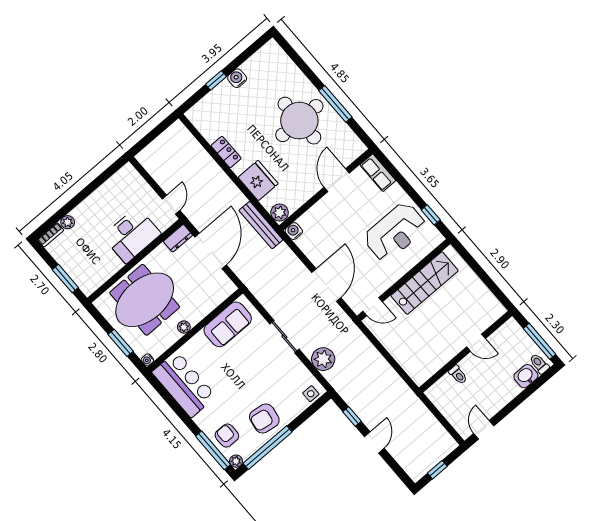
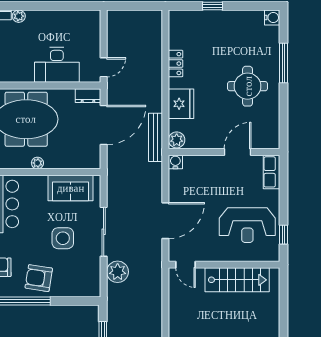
water cooler: (237, 78) -> (272, 17), moved, turned 90
window: (335, 104) -> (284, 63), moved
round table: (299, 121) -> (248, 86), width x0.73, depth x0.73
sliding door: (284, 337) -> (104, 232), width x1.37
side table: (311, 394) -> (63, 238), moved, width x1.87, depth x1.87

